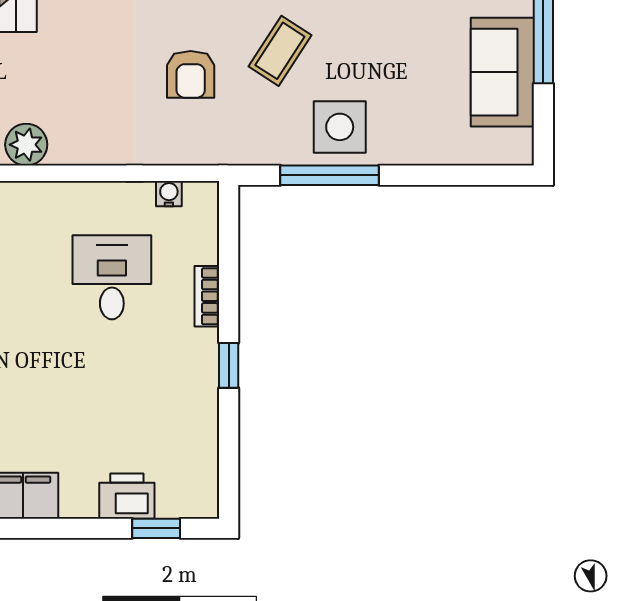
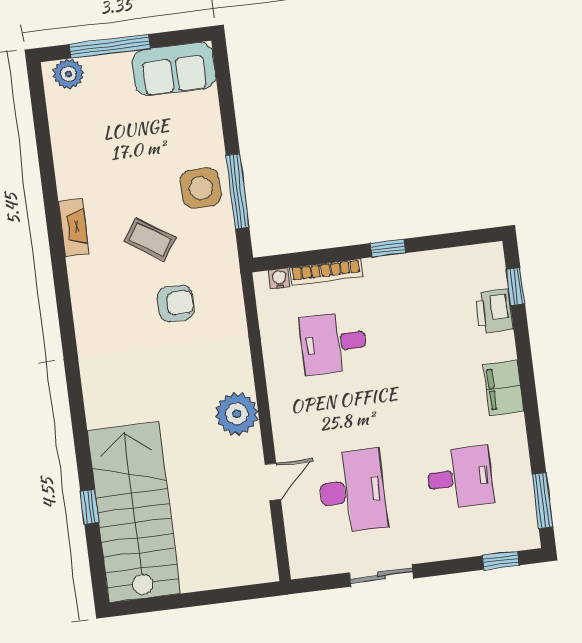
sofa: (502, 72) -> (174, 69), moved
plant: (26, 145) -> (237, 414), width x1.36, depth x1.36
water cooler: (169, 194) -> (279, 279), moved, turned 90
bookcase: (207, 296) -> (326, 272), width x1.56

